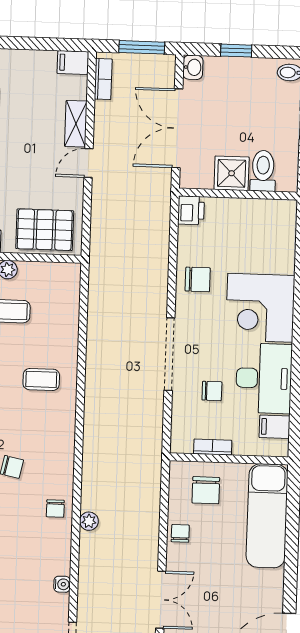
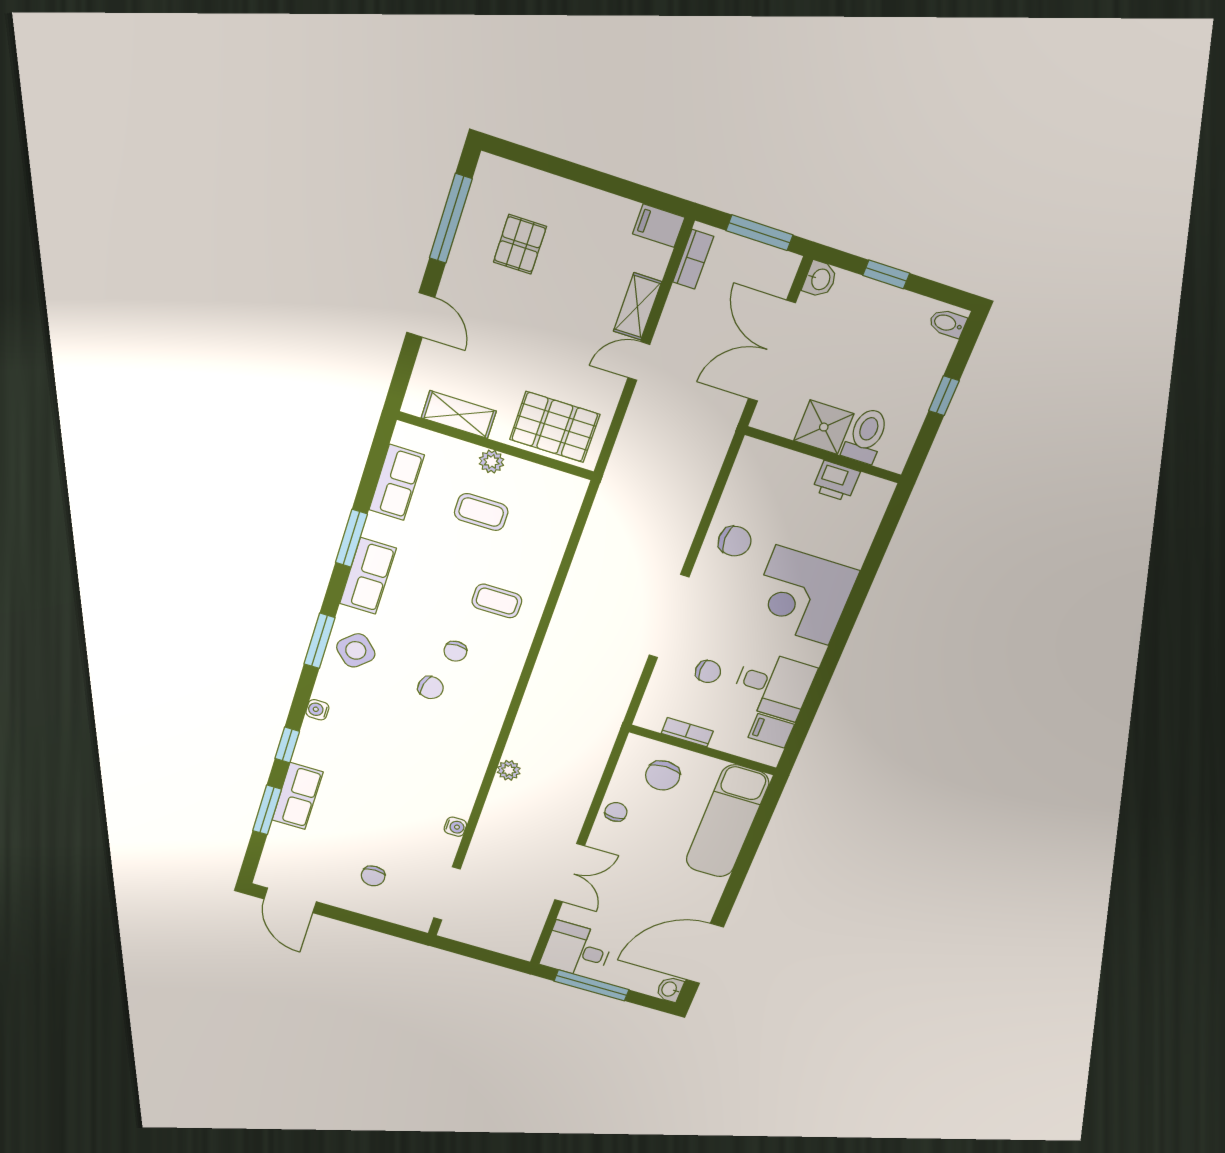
printer: (191, 210) -> (836, 481), moved, turned 90
desk: (264, 378) -> (774, 685), width x0.73
chair: (55, 508) -> (455, 651), moved

